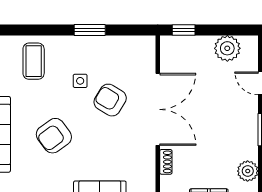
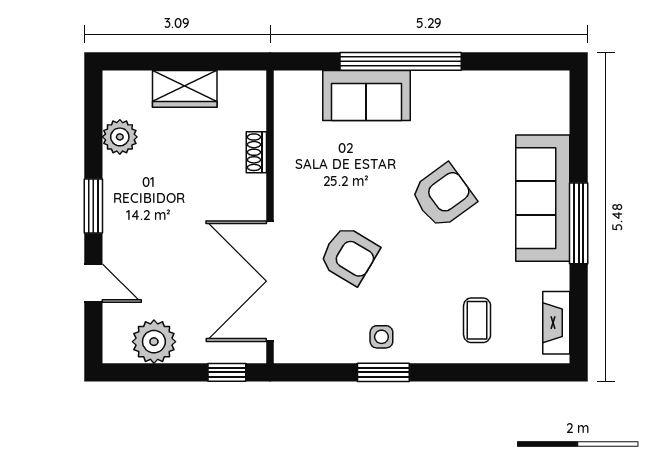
coffee table: (34, 61) -> (477, 320), width x0.73, depth x0.77
side table: (80, 81) -> (381, 337), moved
double door: (158, 109) -> (270, 281), moved

